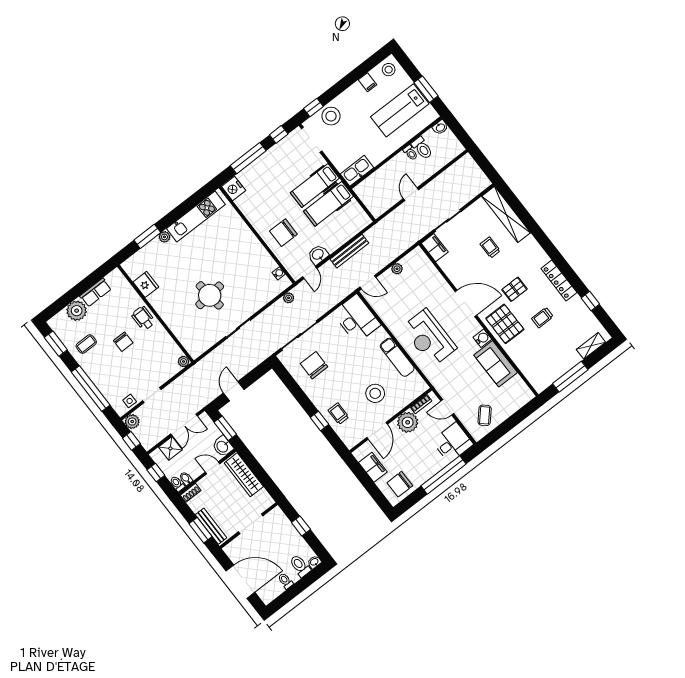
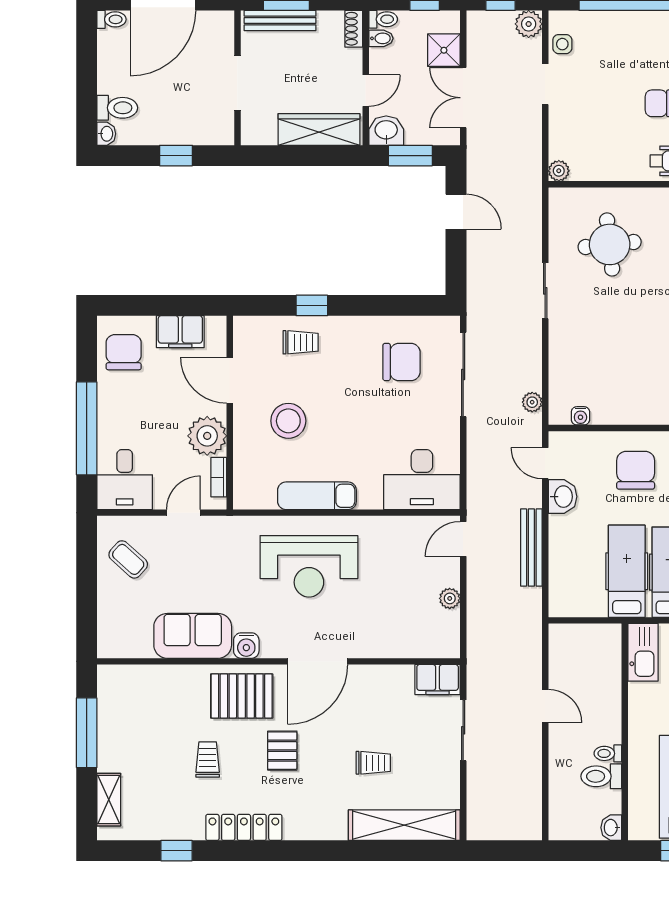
round table: (210, 295) -> (610, 244), moved
reception desk: (429, 338) -> (309, 566), turned 180
toilet: (285, 581) -> (112, 19), moved

